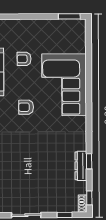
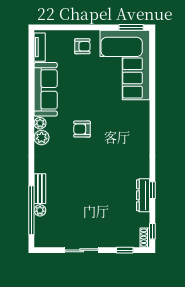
armchair: (24, 59) -> (82, 46), moved, turned 180
corner sofa: (64, 85) -> (125, 65), moved

